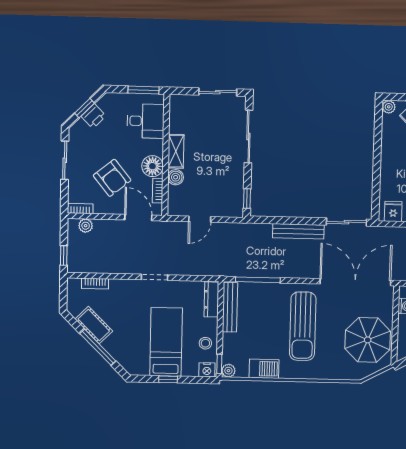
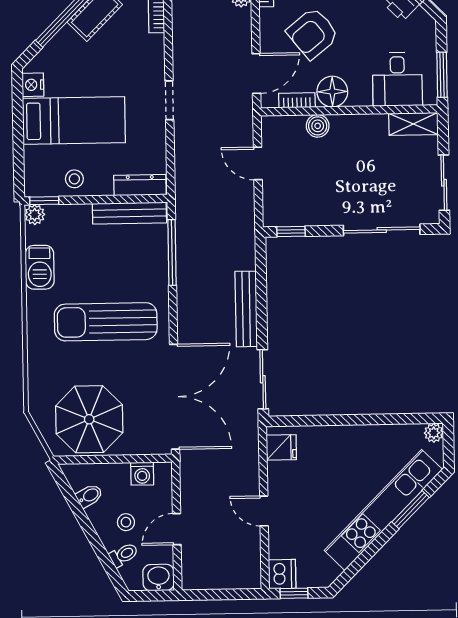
shelving: (176, 151) -> (413, 124), moved
nightstand: (207, 370) -> (33, 85), moved
window: (168, 379) -> (18, 126), removed

